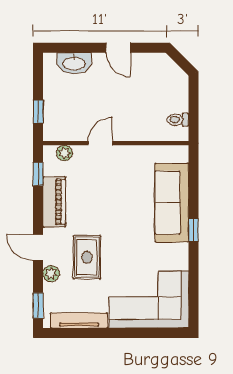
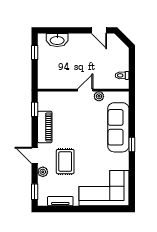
door: (118, 48) -> (99, 30), moved
window: (38, 112) -> (35, 52), moved
door: (100, 143) -> (85, 90), moved
plant: (64, 153) -> (99, 96), moved
tv unit: (79, 320) -> (60, 201), width x0.71

